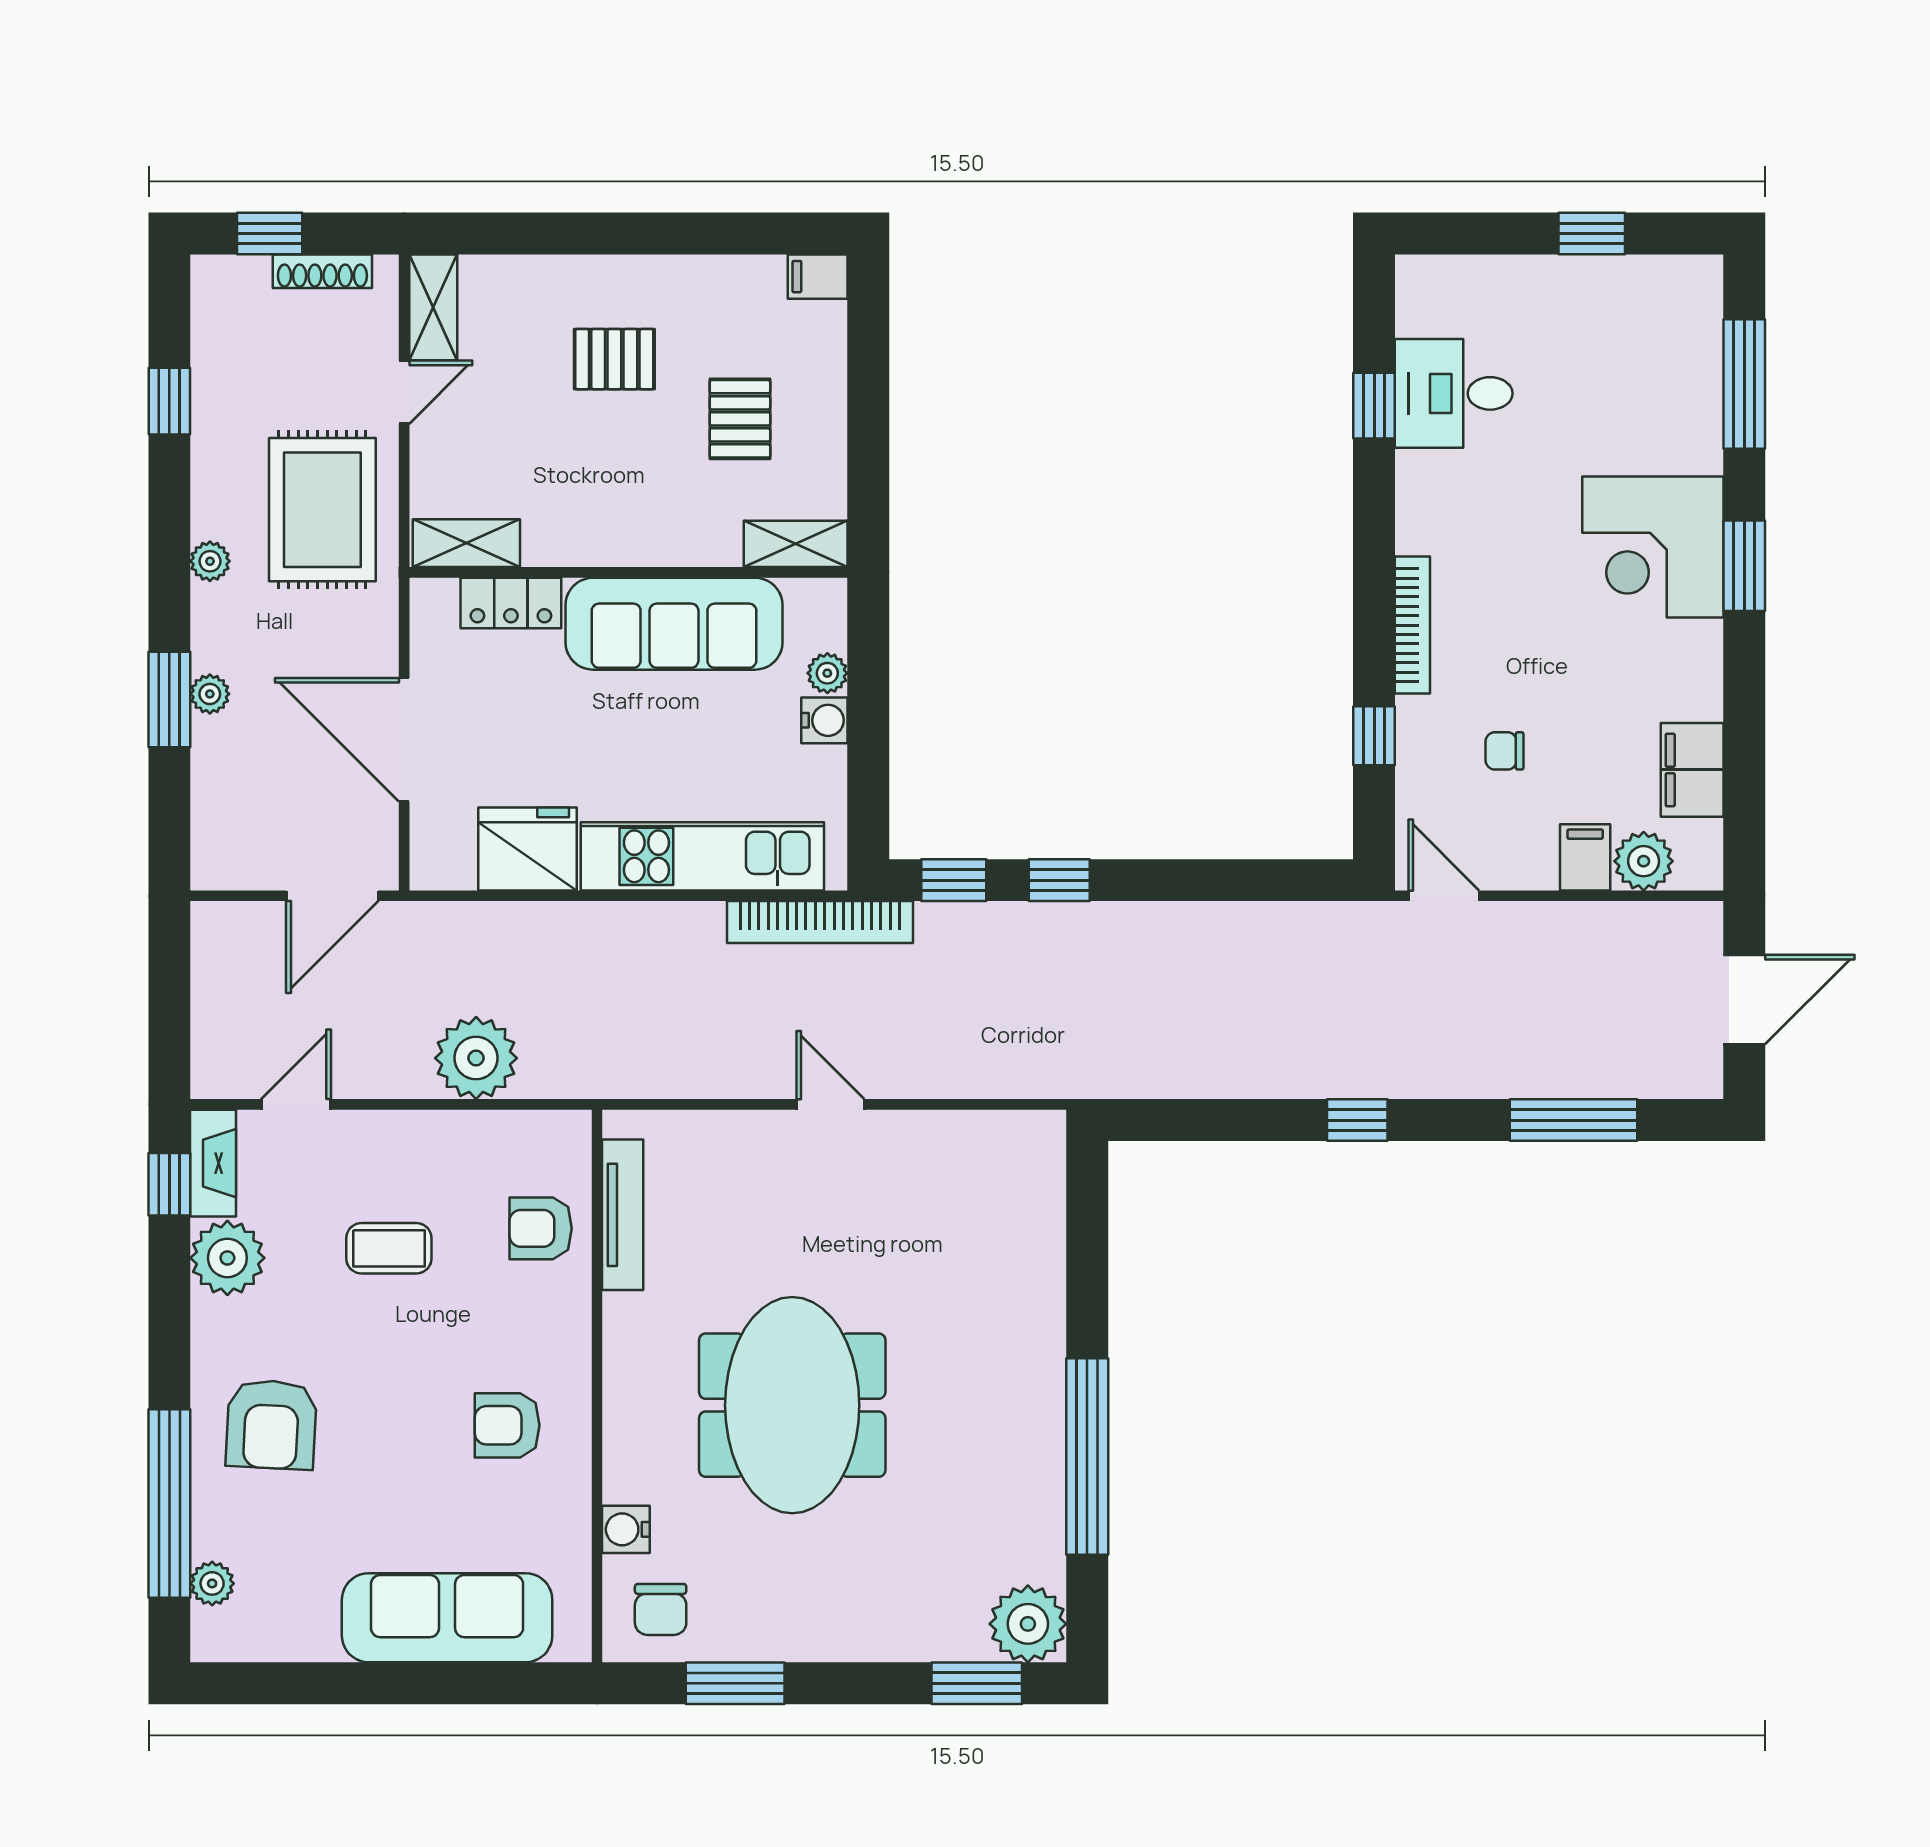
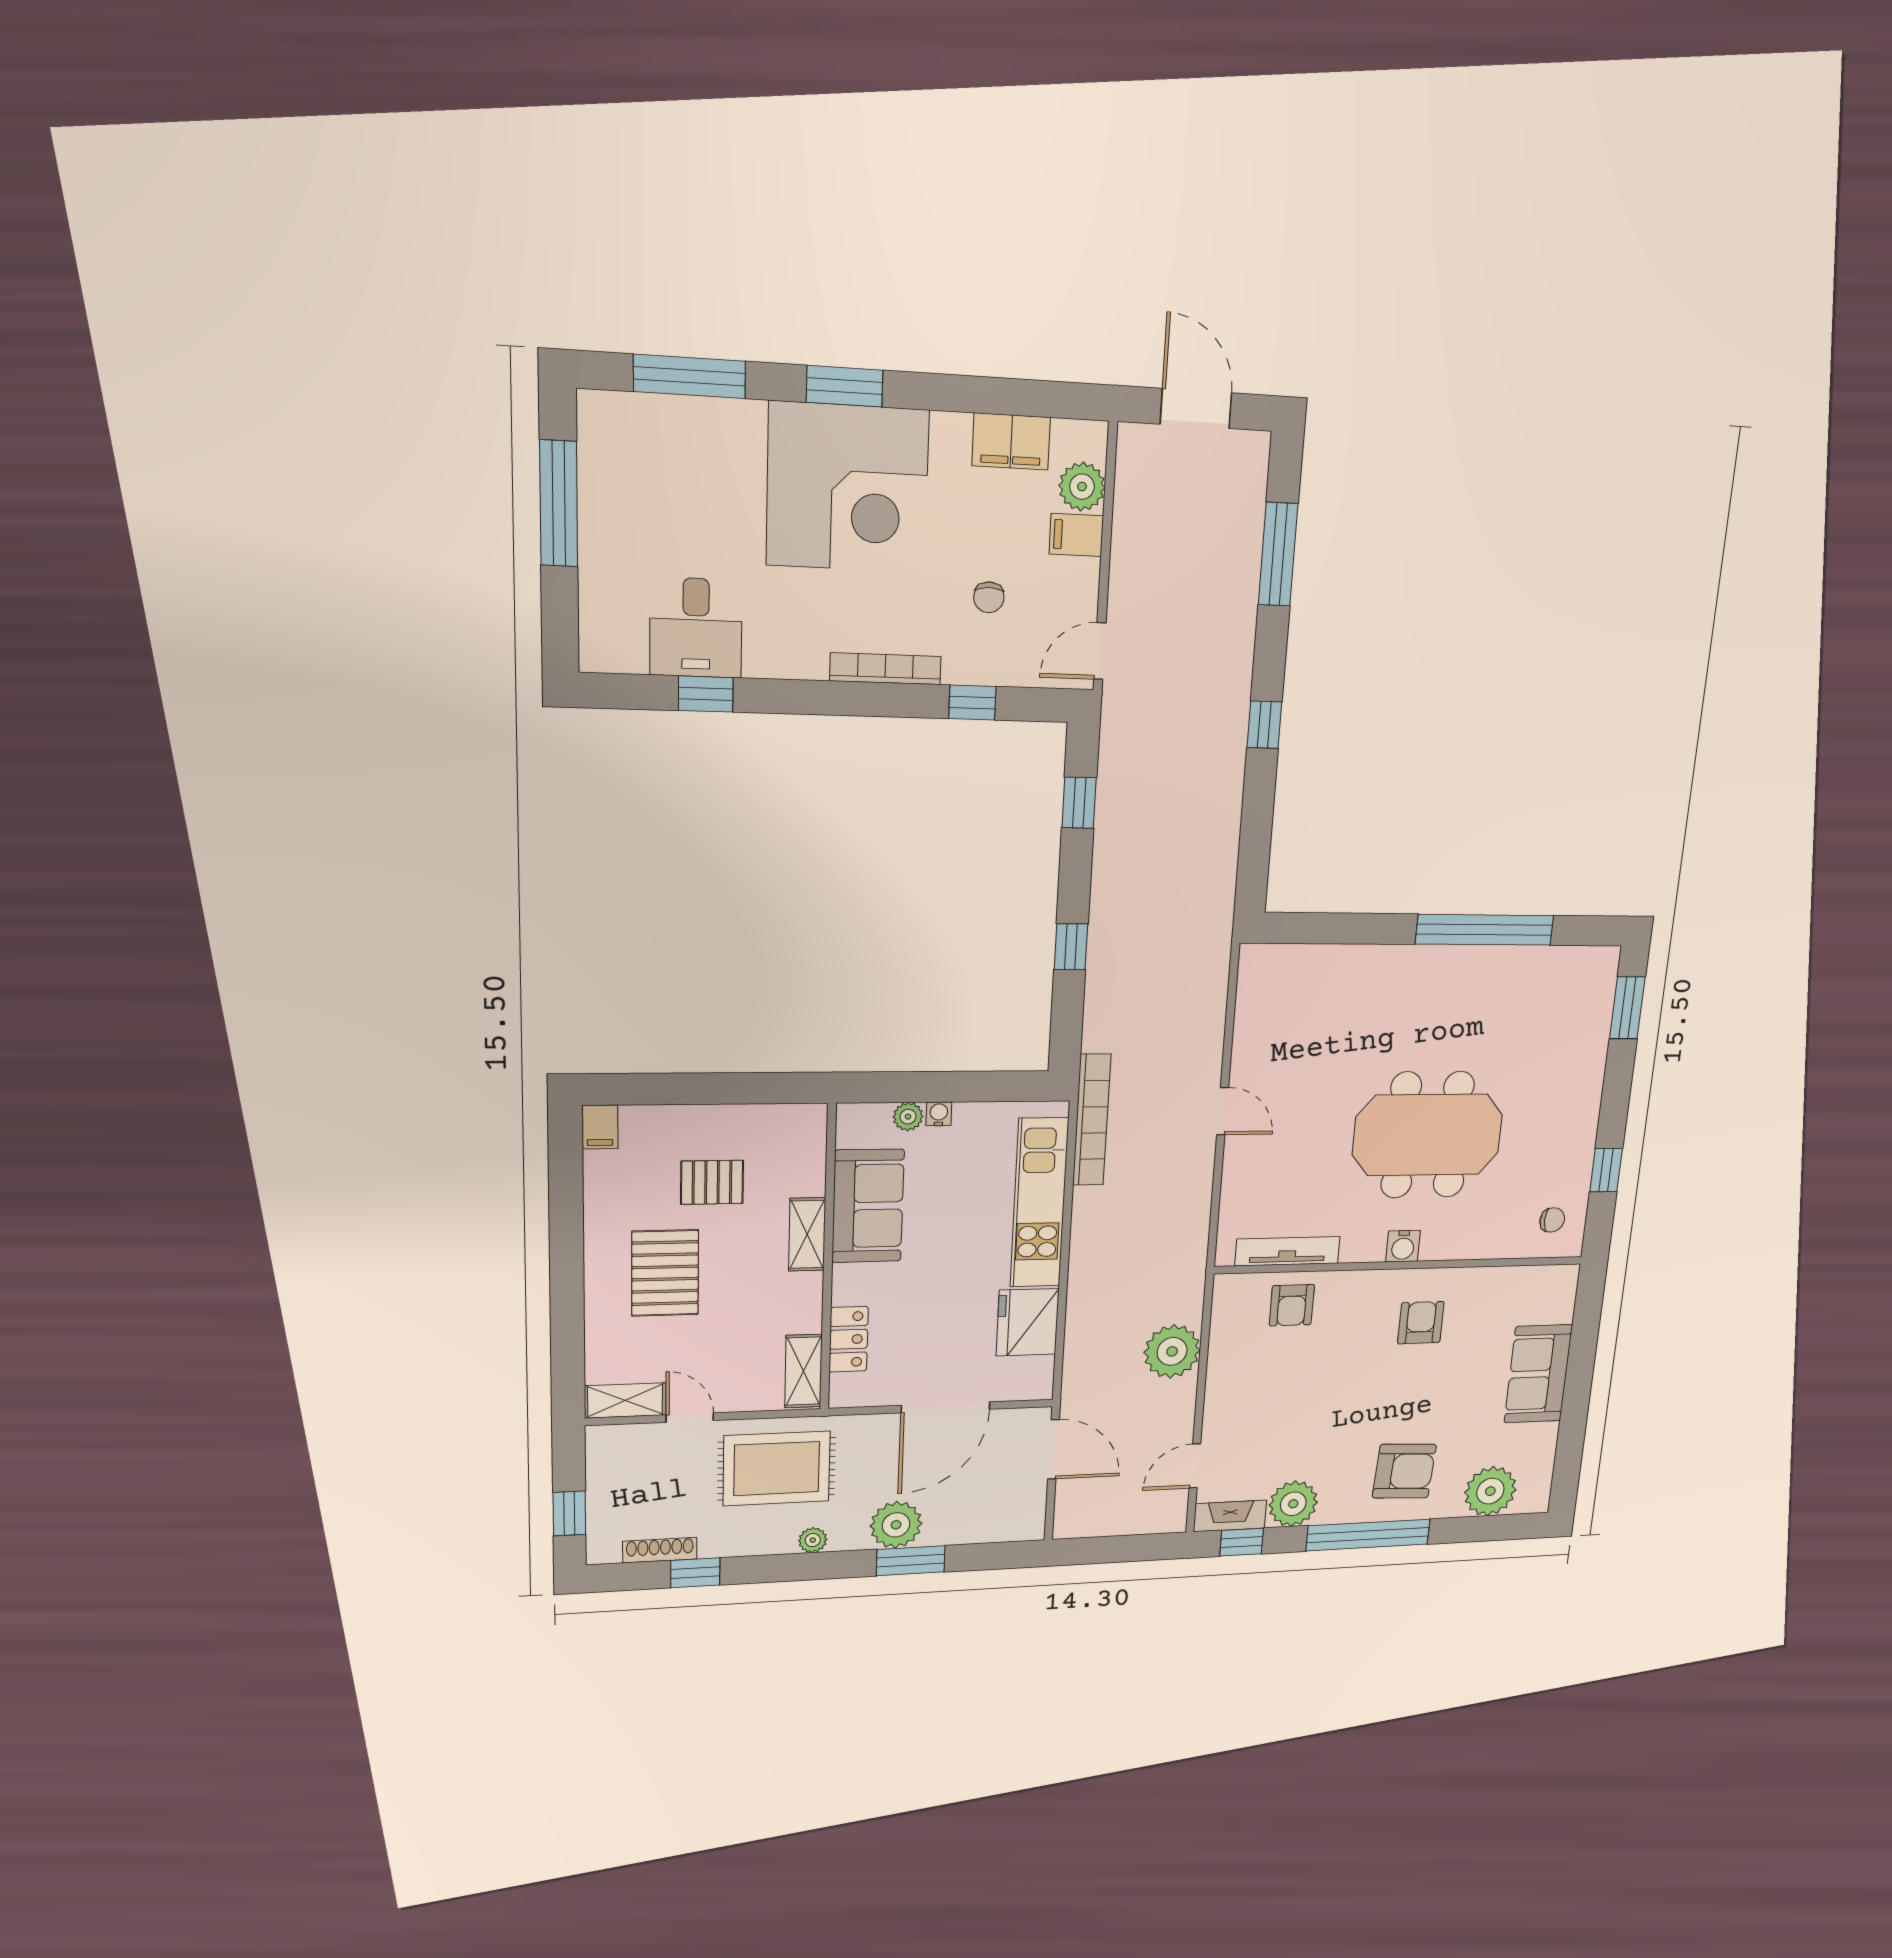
window: (1592, 233) -> (559, 504), width x2.17
shoe rack: (322, 271) -> (660, 1550), moved, turned -90
pallet: (614, 359) -> (665, 1273), width x1.50, depth x1.42
shelving: (796, 544) -> (807, 1234), moved
corner desk: (1653, 547) -> (848, 488), width x1.36, depth x1.36
sofa: (674, 624) -> (868, 1206), width x0.73
plant: (210, 694) -> (896, 1525), width x1.88, depth x1.88
water cooler: (824, 720) -> (939, 1114), width x0.72, depth x0.72
window: (954, 880) -> (1079, 803), moved
door: (296, 1104) -> (1195, 1466), hinge flipped
door: (830, 1104) -> (1223, 1111), swing flipped
coffee table: (389, 1248) -> (1296, 1403), removed
armchair: (507, 1425) -> (1421, 1323), turned 180
window: (169, 1503) -> (1368, 1535), moved
water cooler: (626, 1529) -> (1403, 1246), moved
plant: (212, 1583) -> (1490, 1491), width x1.87, depth x1.87
chair: (661, 1609) -> (1552, 1220), width x0.73, depth x0.73
sofa: (447, 1618) -> (1538, 1374), width x0.73
plant: (1028, 1624) -> (1593, 972), removed
window: (735, 1683) -> (1606, 1170), width x0.67

